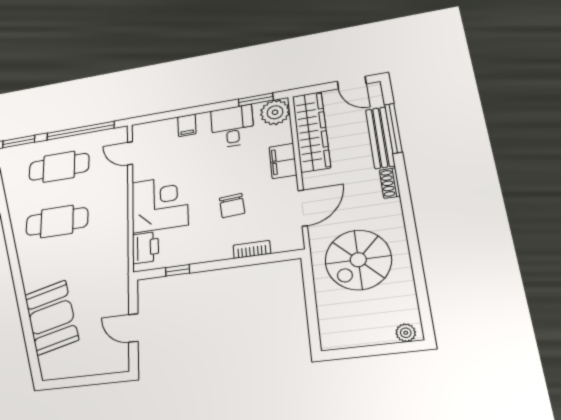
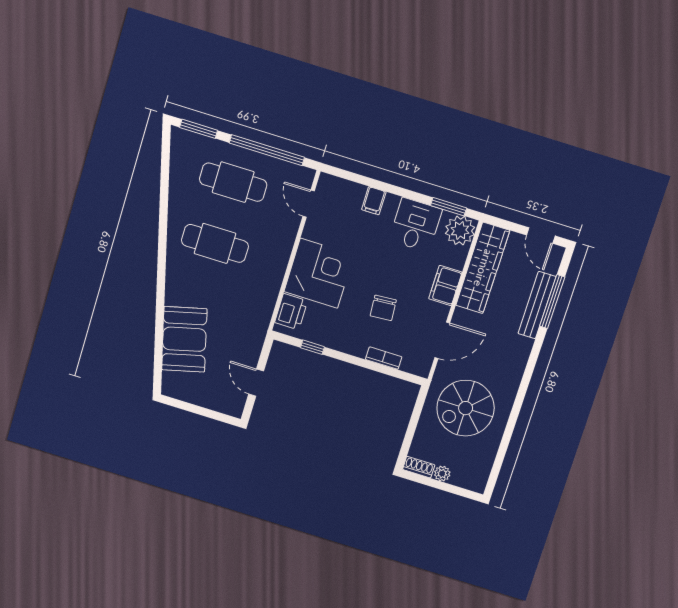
shoe rack: (390, 183) -> (419, 467), moved, turned 90
plant: (406, 333) -> (442, 474), moved

